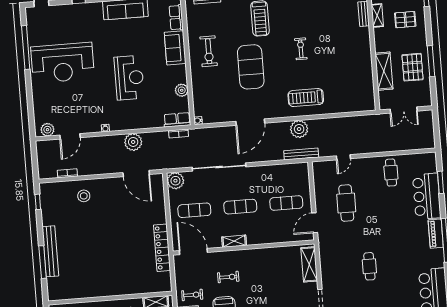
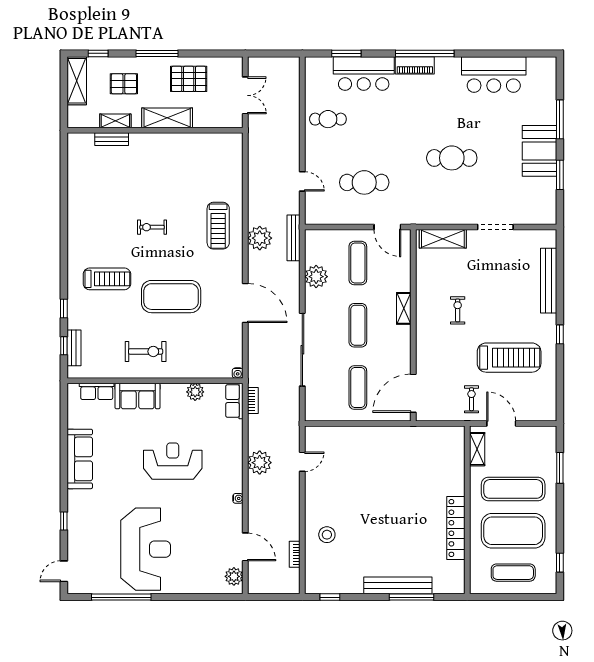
pallet: (405, 20) -> (124, 84), turned 90
window: (431, 61) -> (157, 53), moved
shelving: (384, 71) -> (167, 118), moved
door: (136, 174) -> (302, 462), width x0.53
plant: (175, 181) -> (316, 277), moved
shelving: (234, 241) -> (404, 308), moved
locker: (162, 248) -> (456, 528), moved, turned 90
cafe table: (369, 266) -> (452, 158), width x1.37, depth x1.35
exercise bike: (228, 277) -> (458, 310), moved

